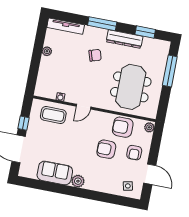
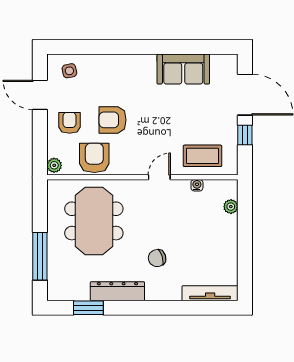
window: (102, 24) -> (156, 308), removed
plant: (47, 51) -> (231, 207), moved
armchair: (123, 127) -> (94, 158), turned -90
armchair: (106, 149) -> (113, 120), turned 180
plant: (78, 181) -> (146, 63), removed

